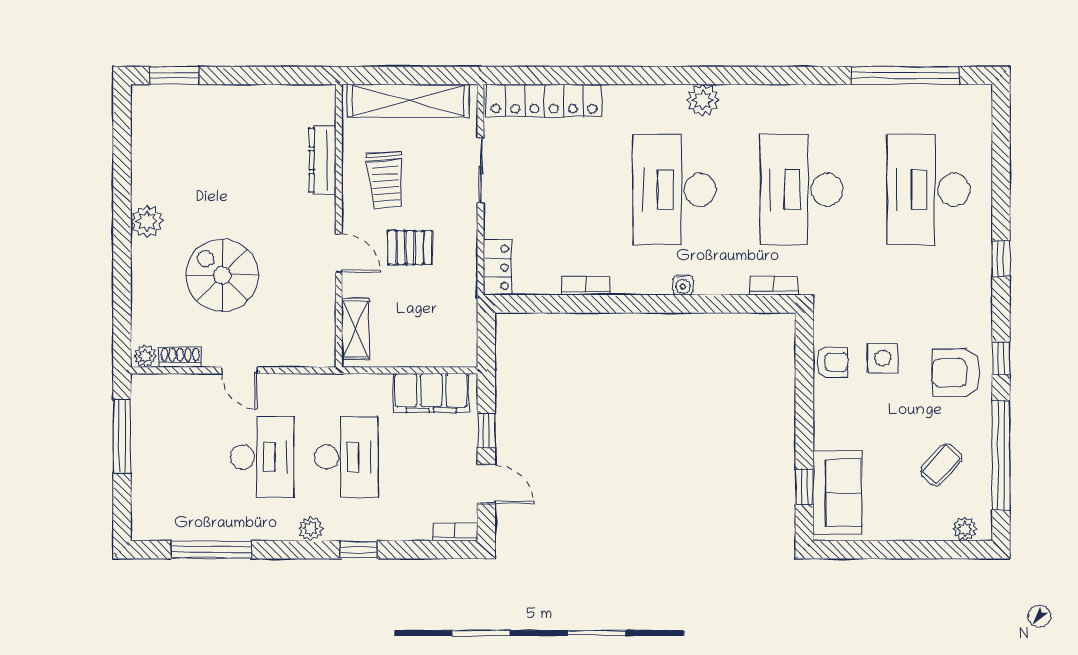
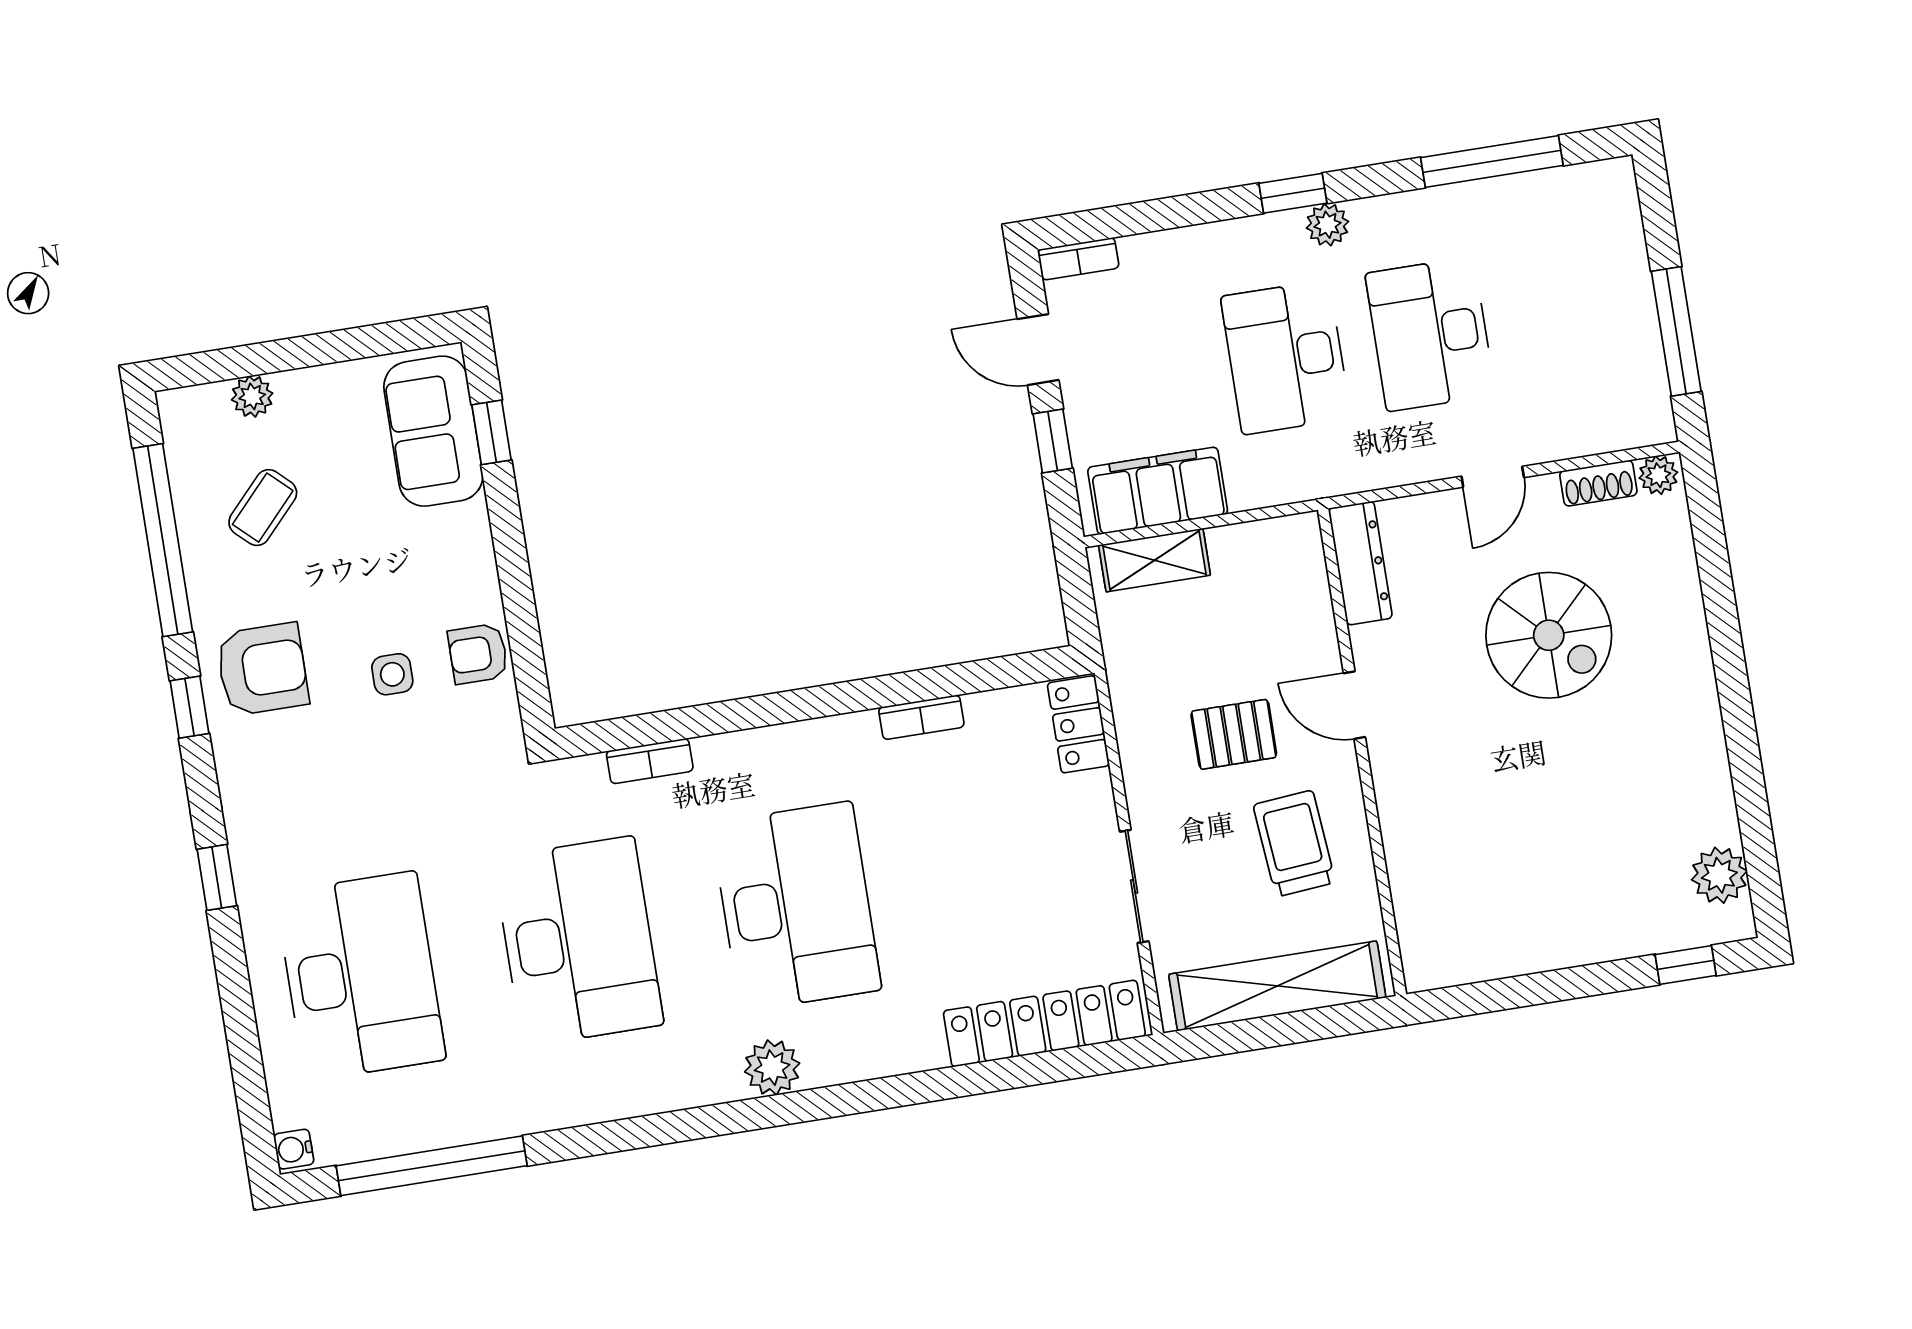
window: (174, 75) -> (1686, 965), width x0.67
dresser: (323, 160) -> (1360, 563), moved
plant: (147, 221) -> (1719, 875), moved
water cooler: (683, 285) -> (294, 1149), moved, turned -90
bookcase: (774, 286) -> (650, 761), moved
shelving: (355, 329) -> (1155, 560), moved, turned 90
side table: (883, 358) -> (392, 674), width x0.73, depth x0.73
door: (240, 370) -> (1493, 477), swing flipped
plant: (965, 529) -> (252, 396), moved
window: (359, 550) -> (1293, 193), moved

